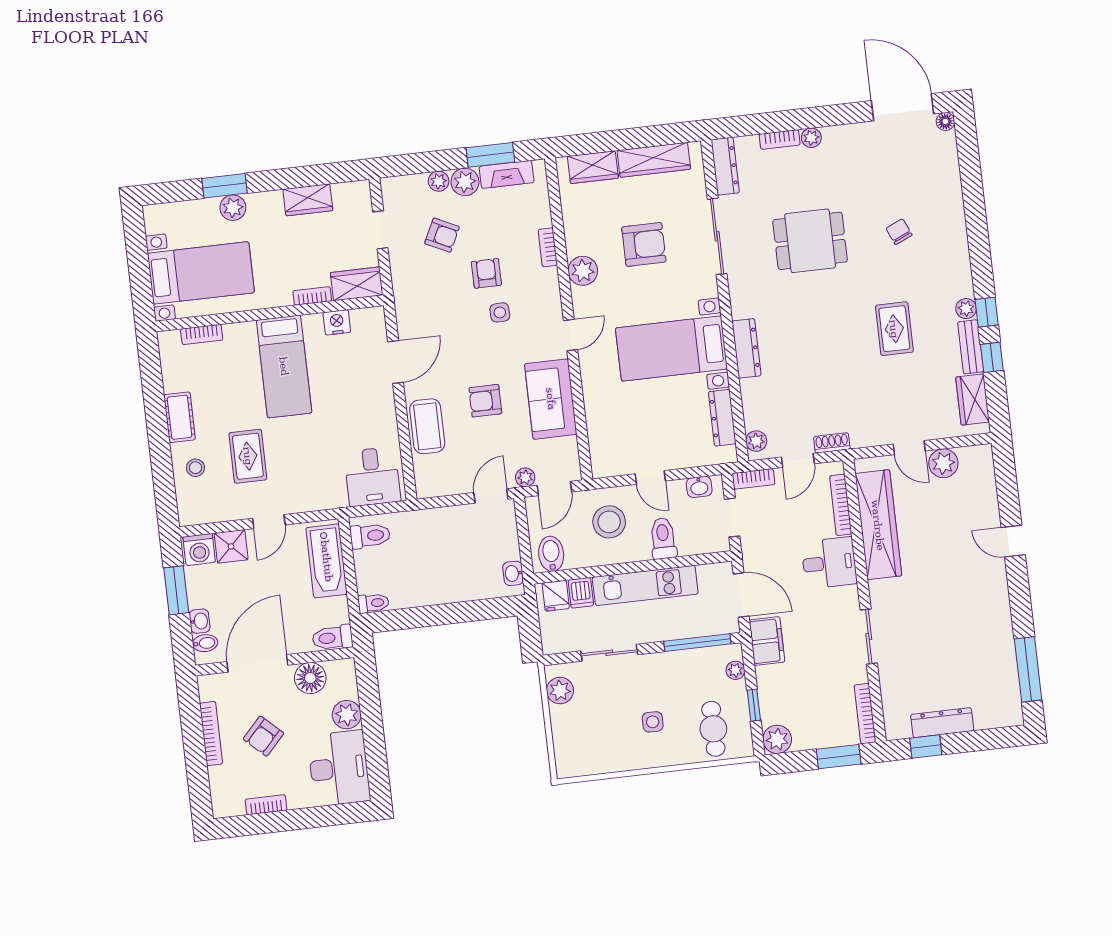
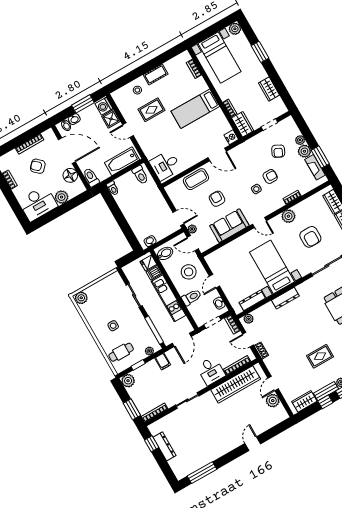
plant: (233, 208) -> (235, 29), moved
nightstand: (337, 322) -> (231, 137), moved
filing cabinet: (767, 641) -> (163, 361), width x0.50
plant: (560, 691) -> (81, 298), moved

